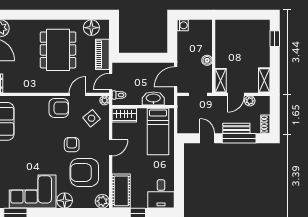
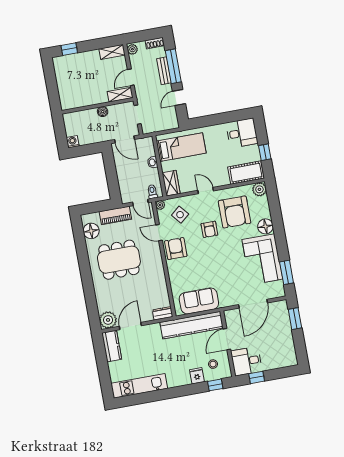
door: (236, 94) -> (131, 77), swing flipped
washbasin: (153, 98) -> (153, 162), width x0.52, depth x0.69
plant: (250, 101) -> (132, 49), moved
armchair: (72, 145) -> (209, 229), turned -90

